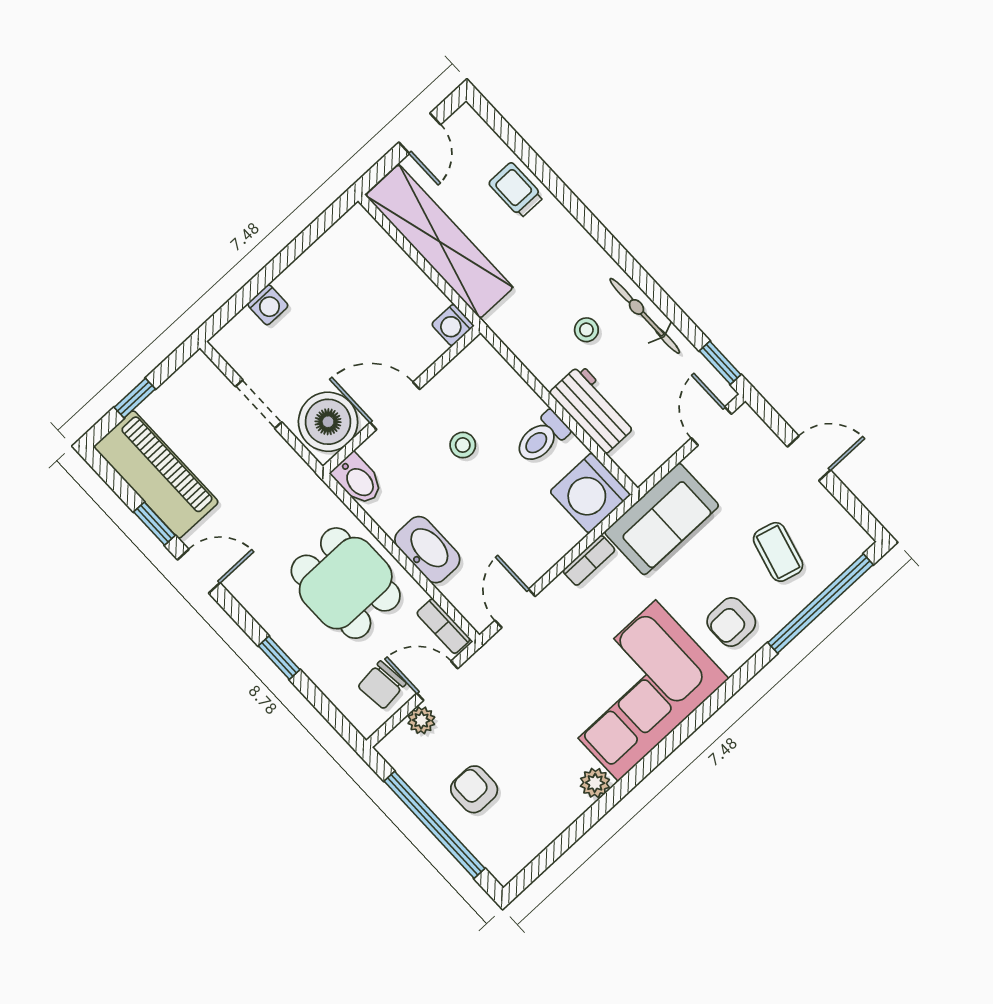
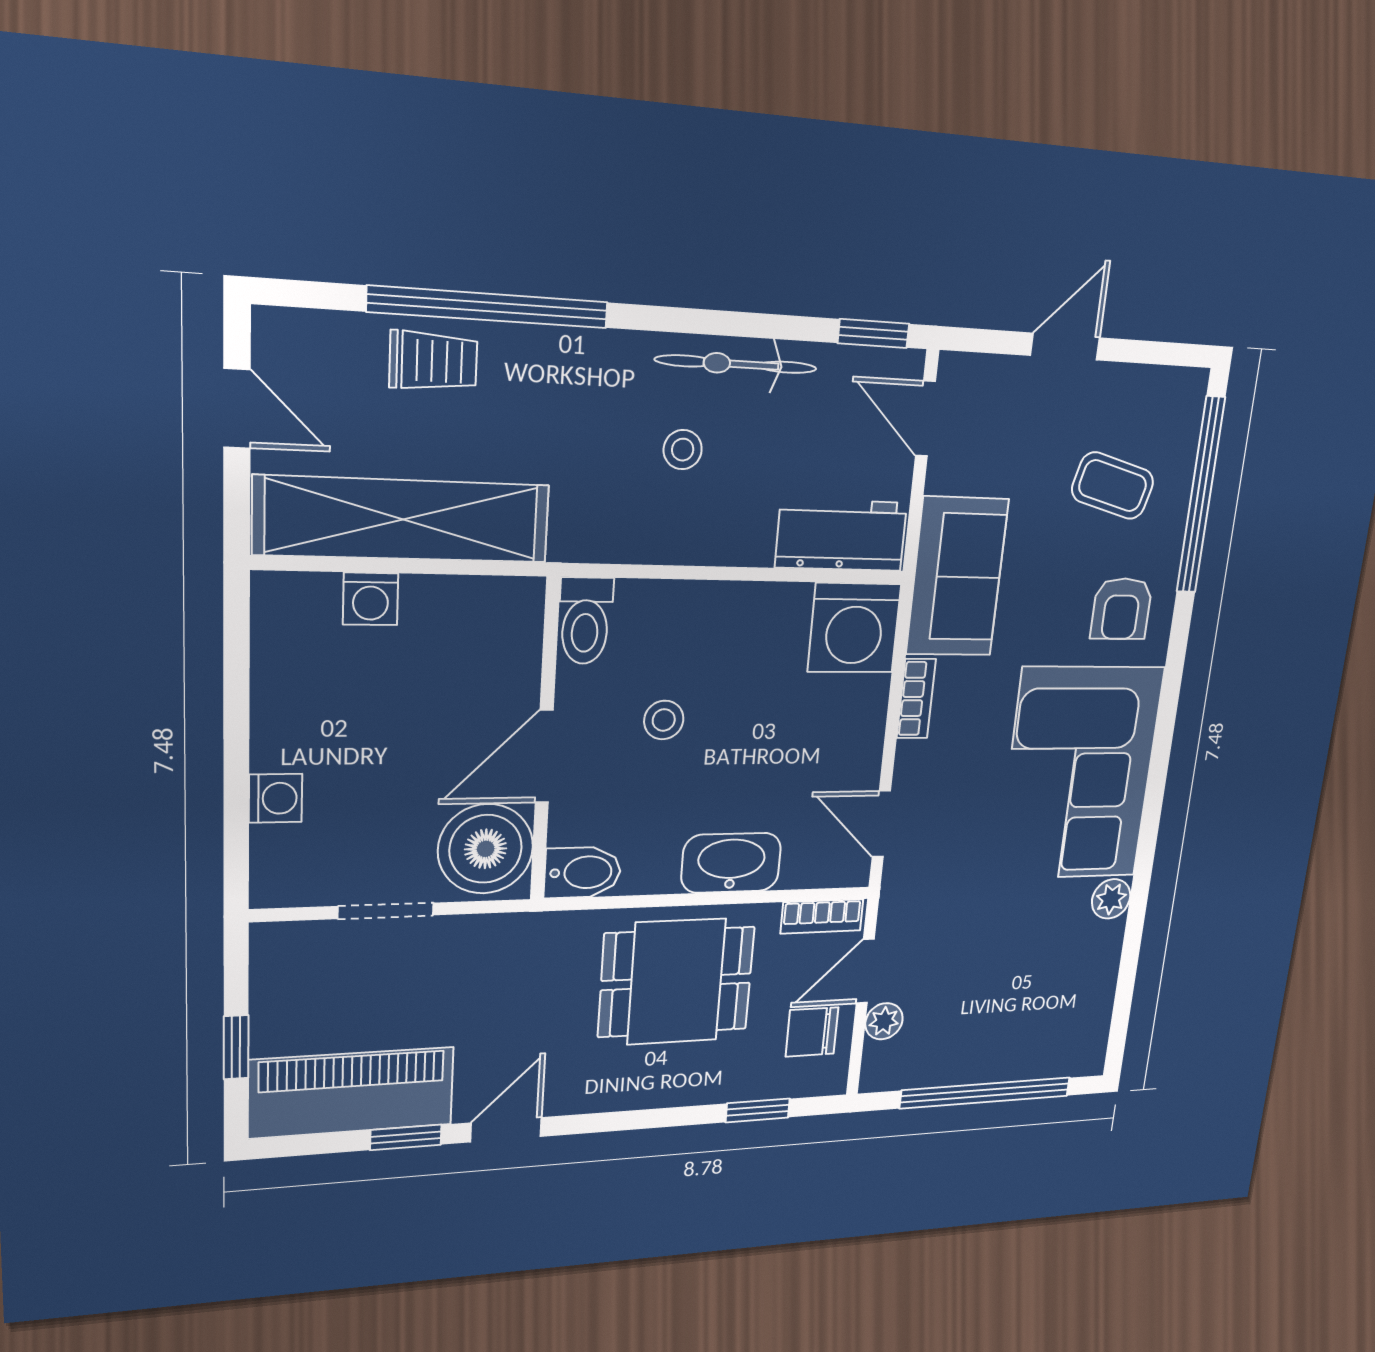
trolley: (516, 190) -> (433, 361), turned 180
window: (560, 190) -> (489, 307), added
washing machine: (453, 325) -> (371, 599), moved
workbench: (593, 409) -> (841, 535), moved
toilet: (542, 438) -> (585, 621), moved
window: (279, 658) -> (758, 1110), moved
chair: (382, 685) -> (812, 1032), turned 96
armchair: (474, 789) -> (996, 1025), removed

